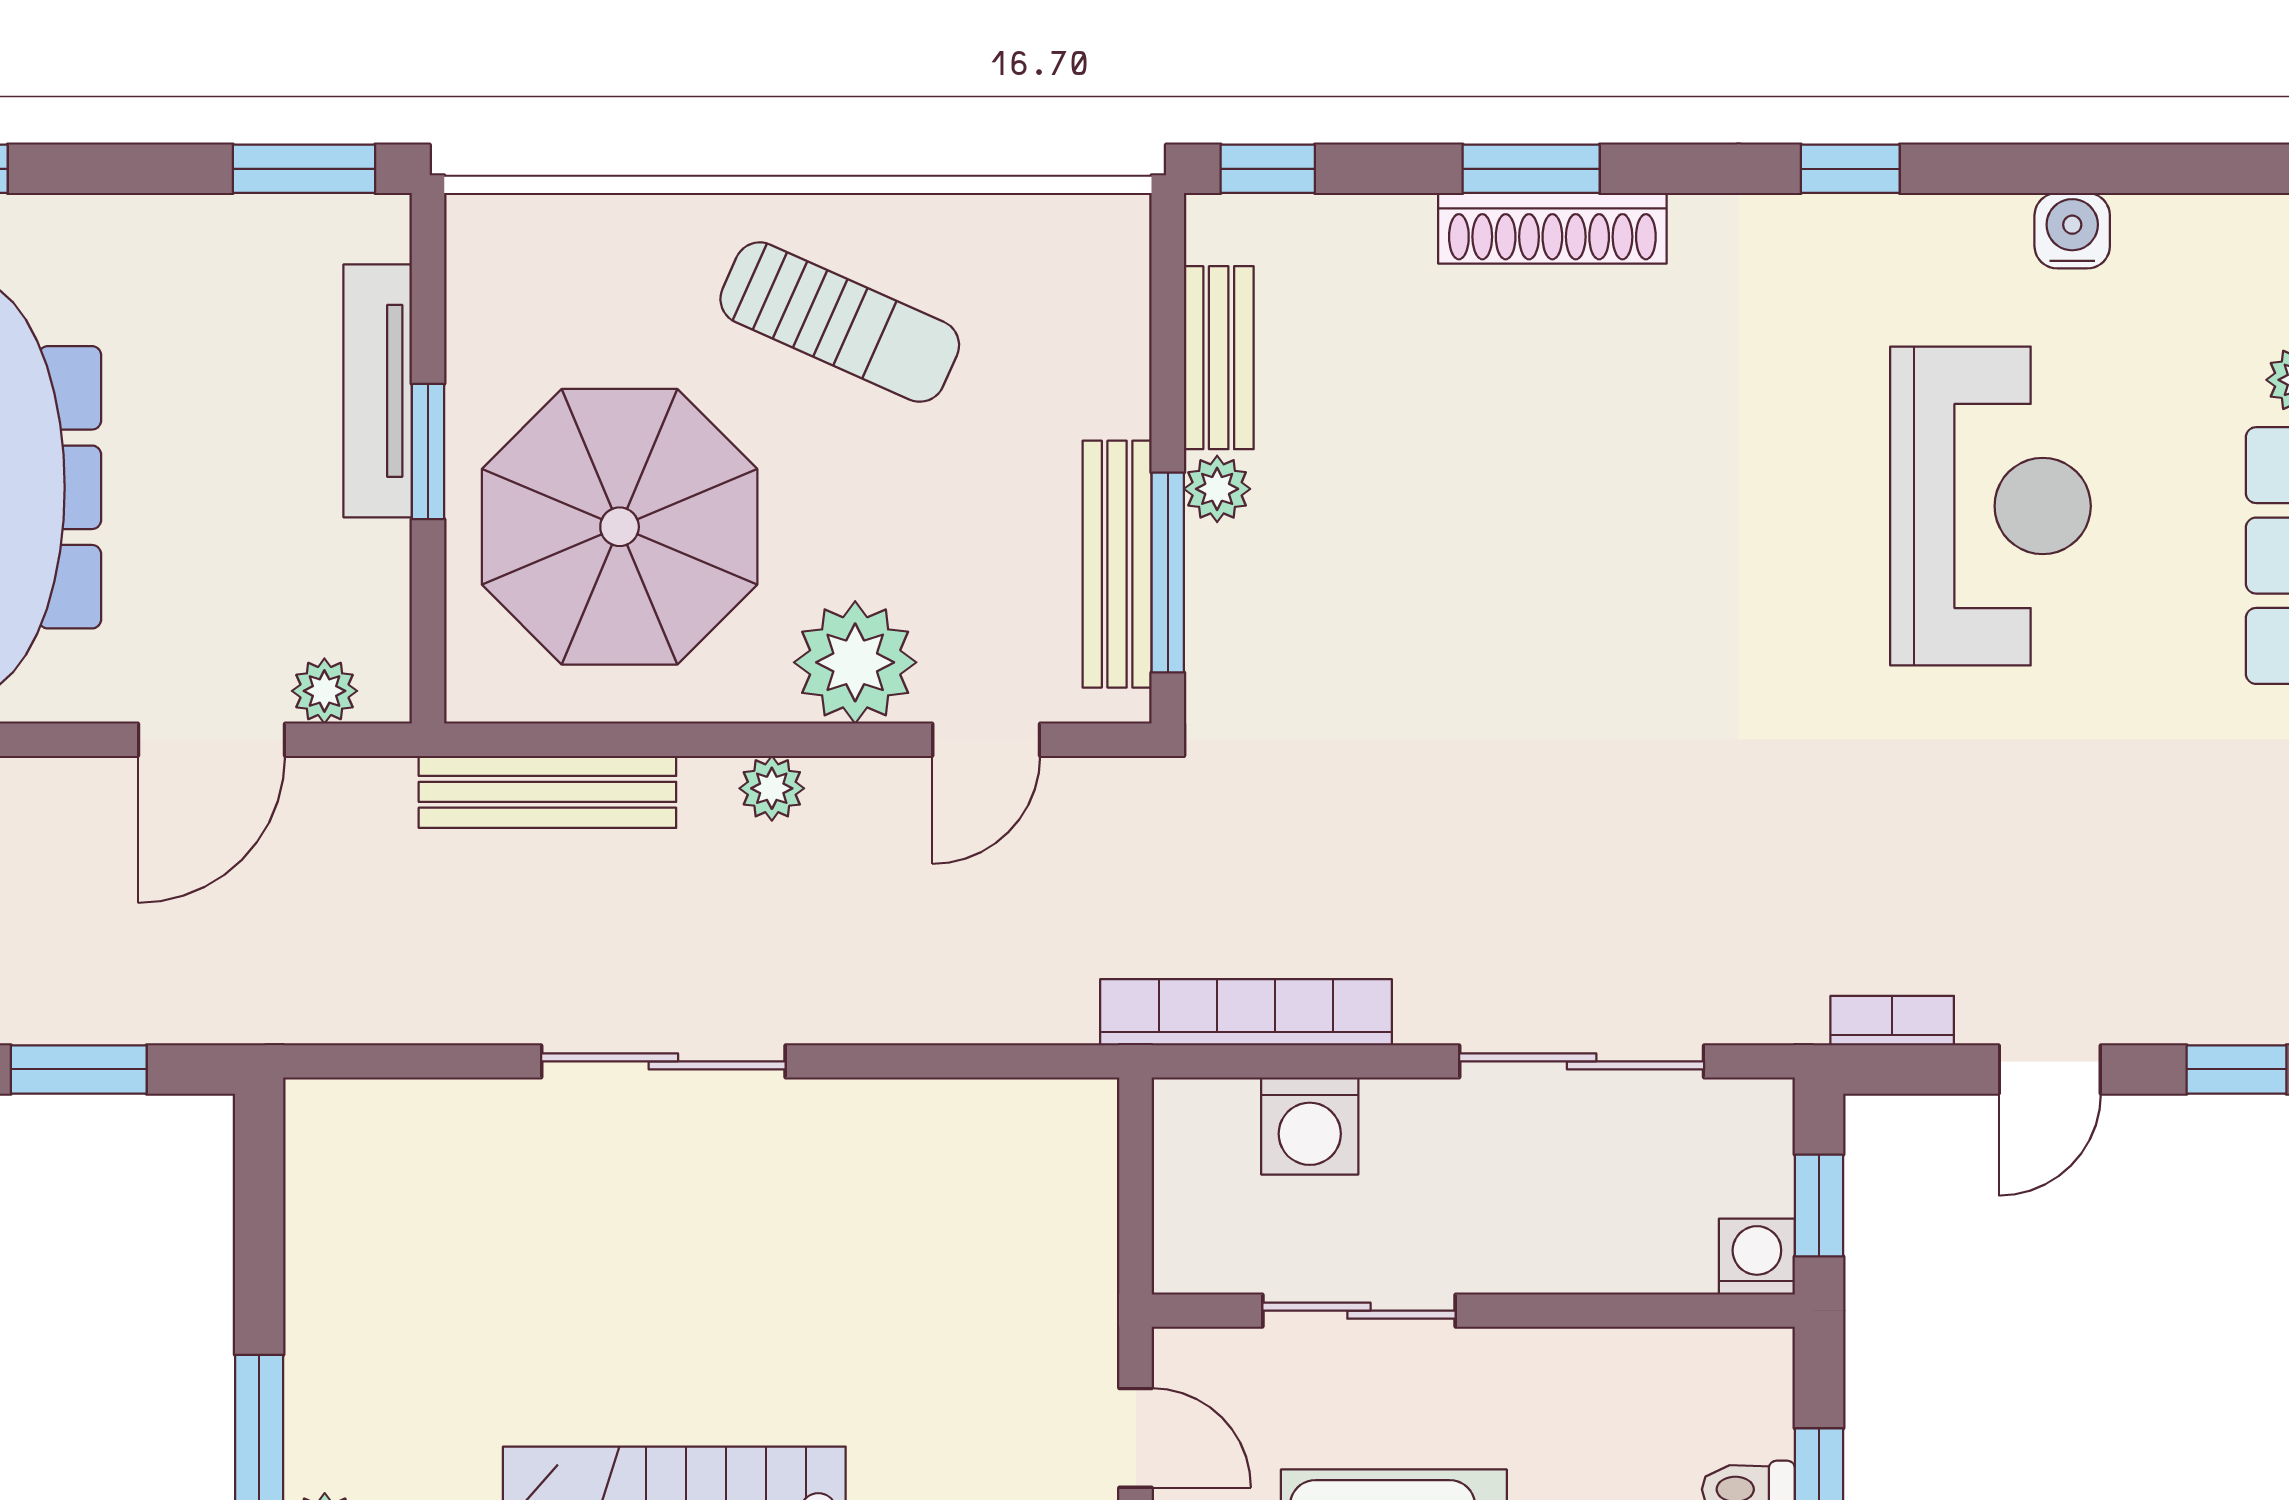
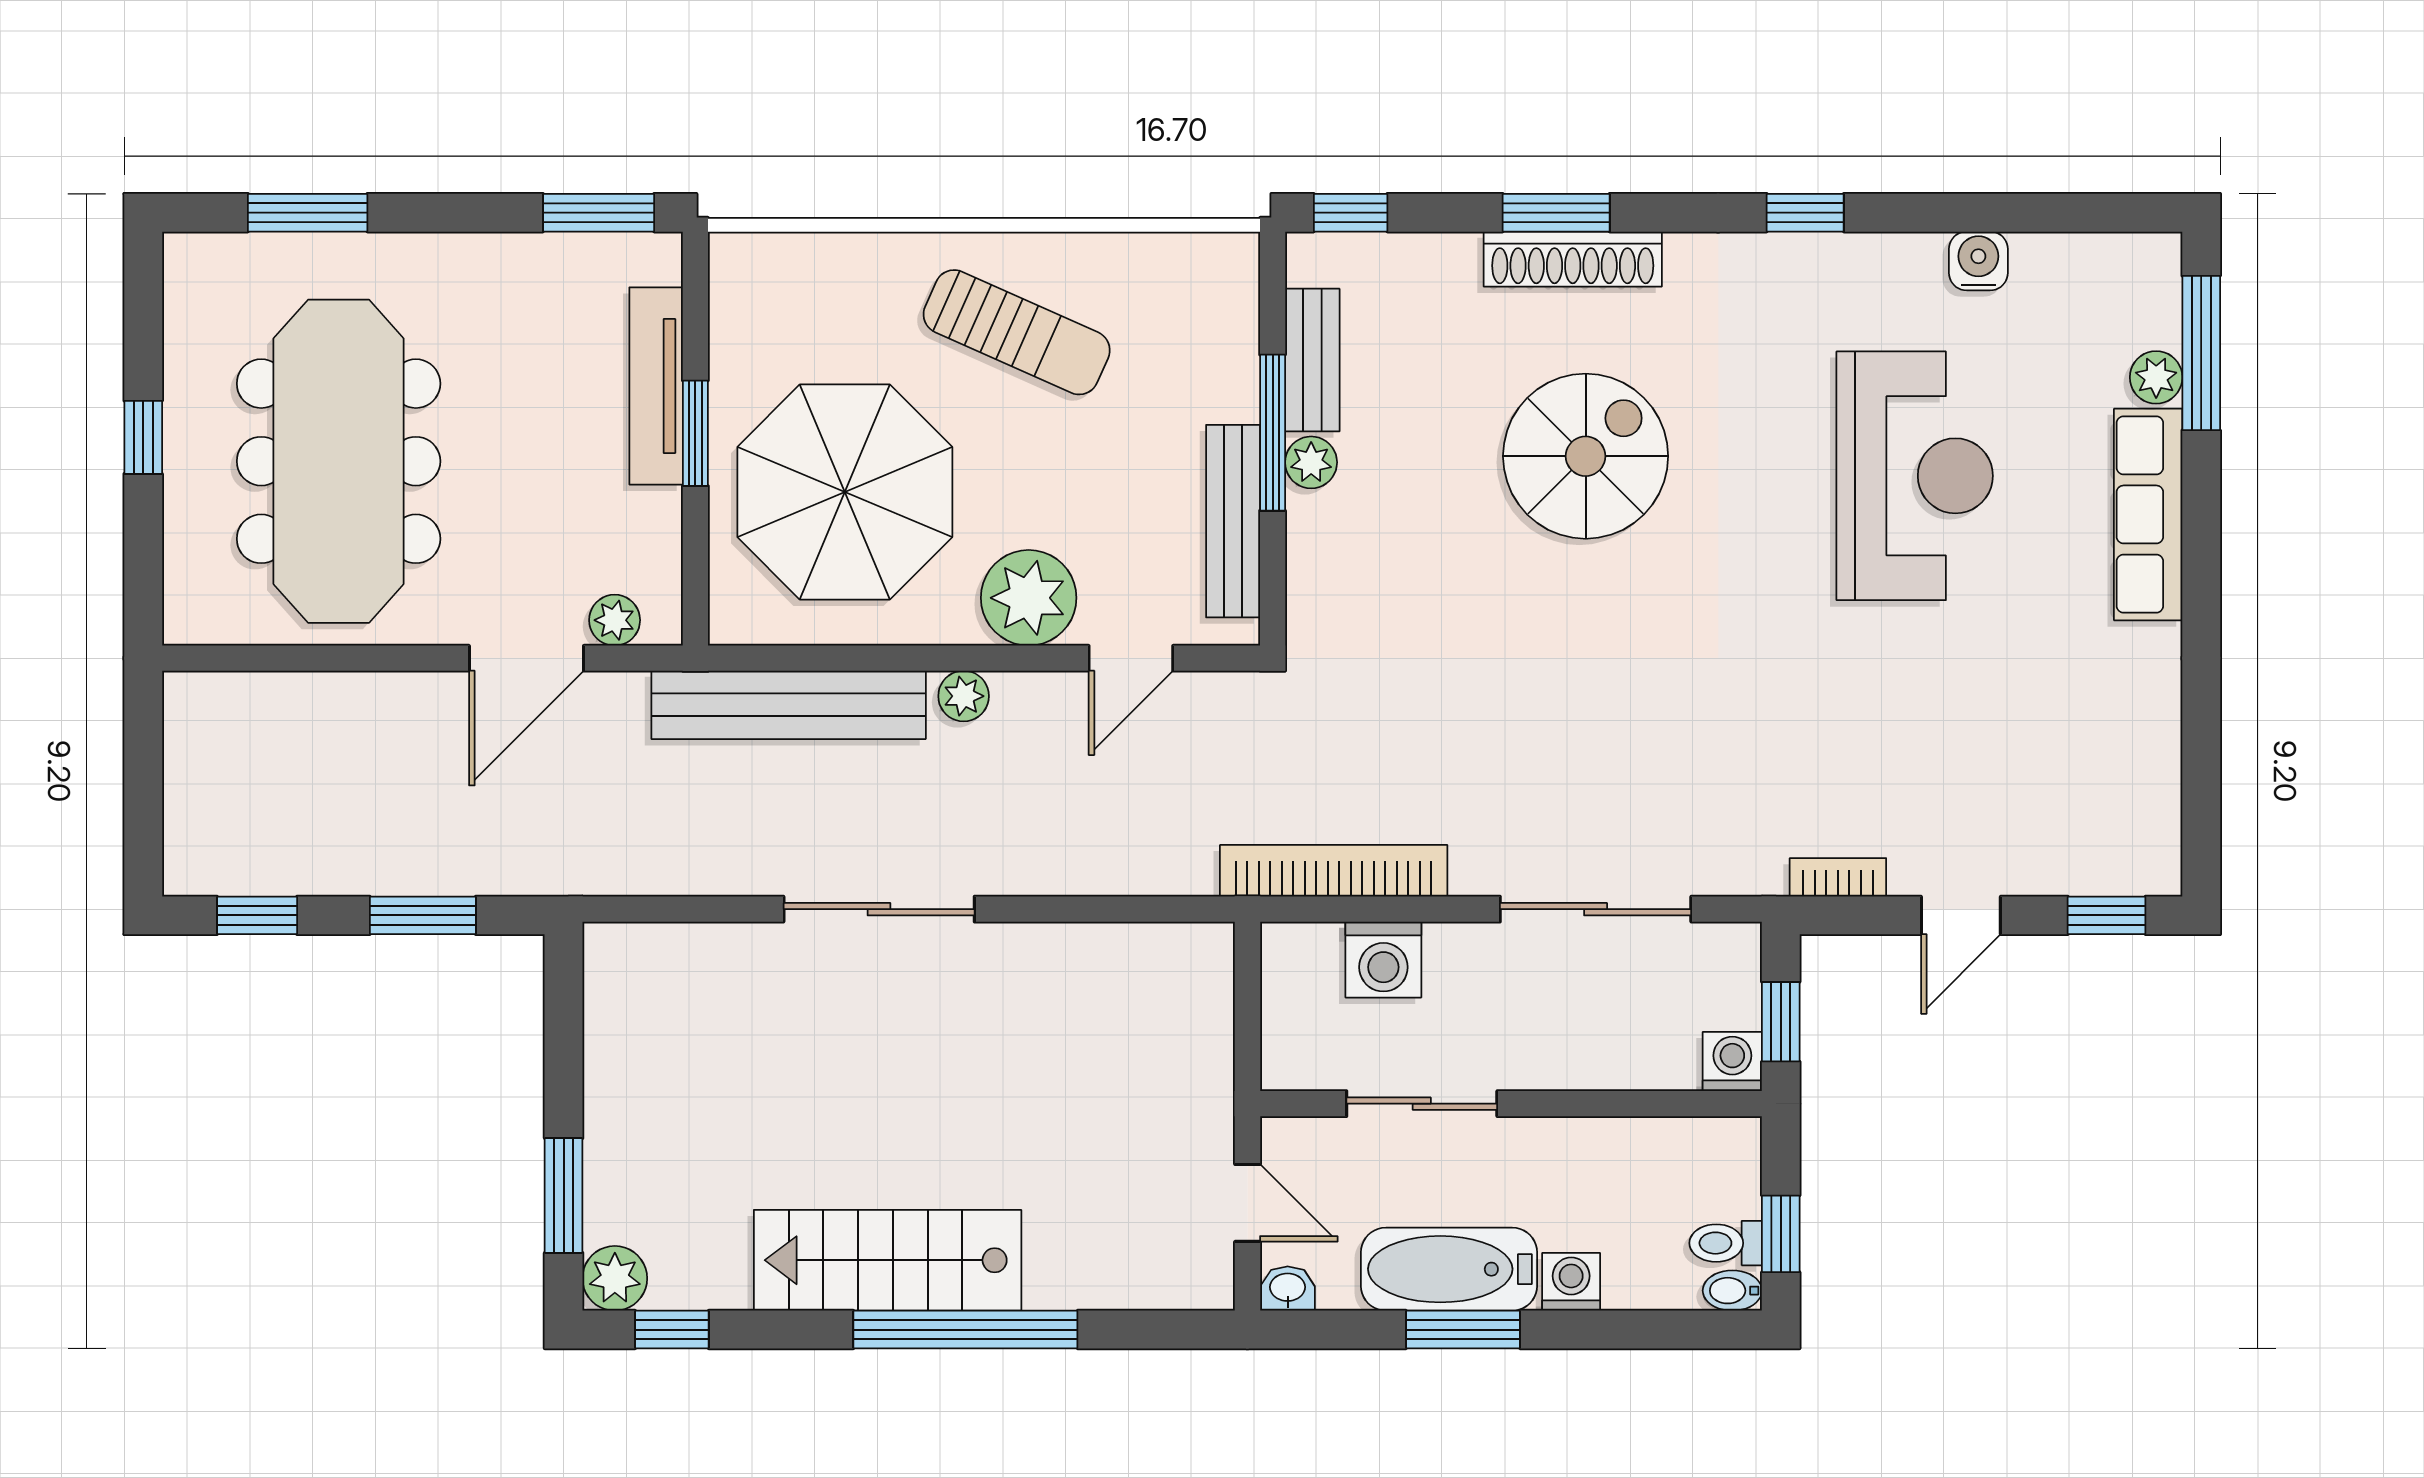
spiral stairs: (1569, 481) -> (1586, 456), added
window: (1168, 573) -> (1273, 433), moved
bench: (547, 792) -> (789, 705), width x1.37, depth x1.21

